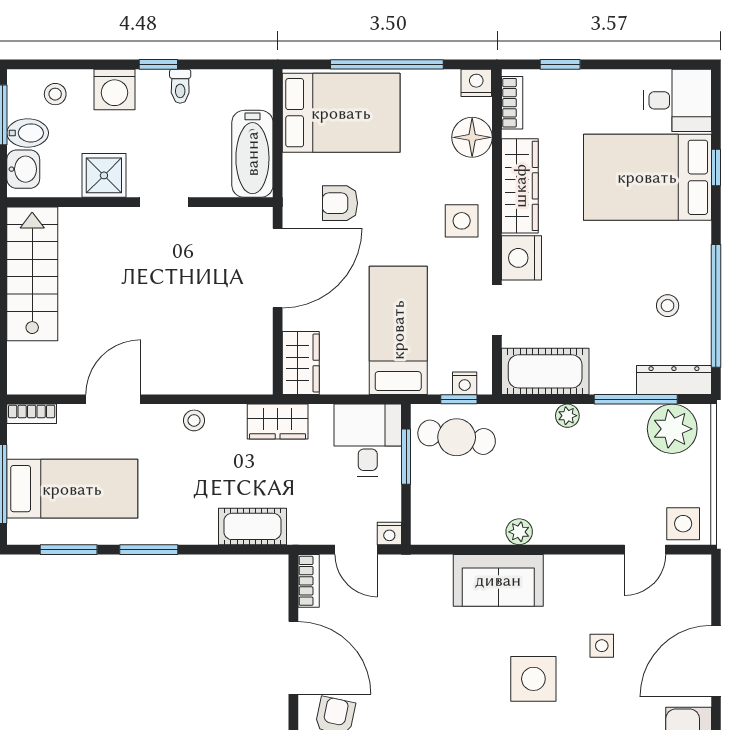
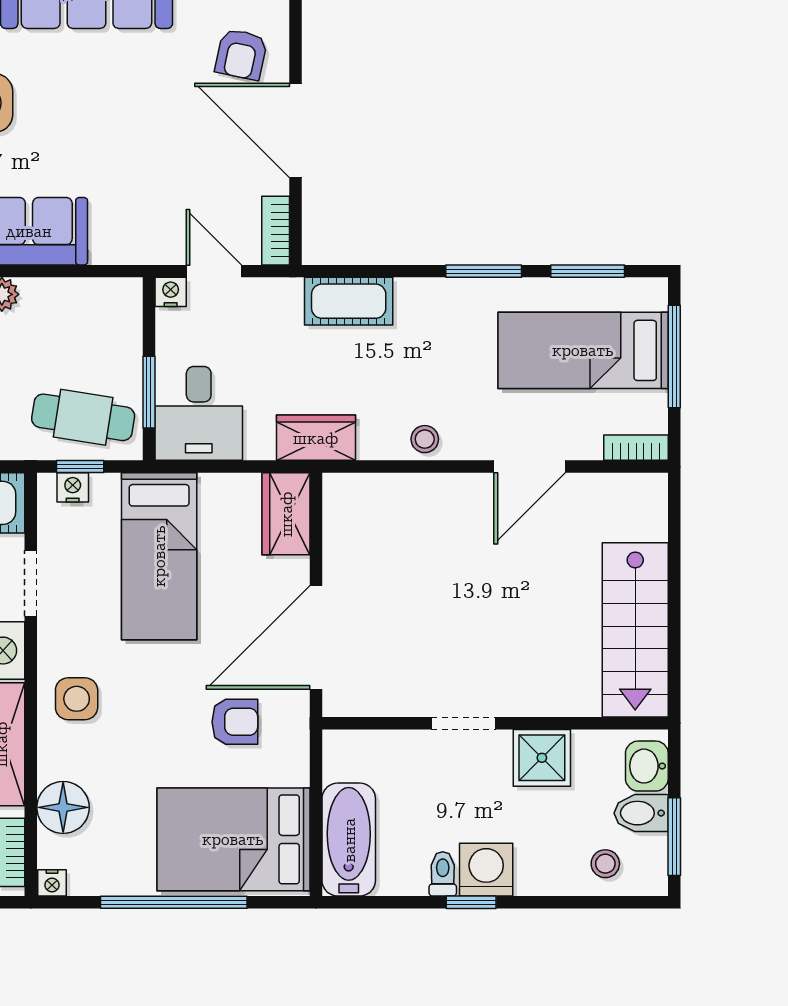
nightstand: (476, 83) -> (52, 883), width x0.72, depth x0.74
washing machine: (114, 89) -> (486, 870), moved
bathtub: (252, 154) -> (349, 840), moved

